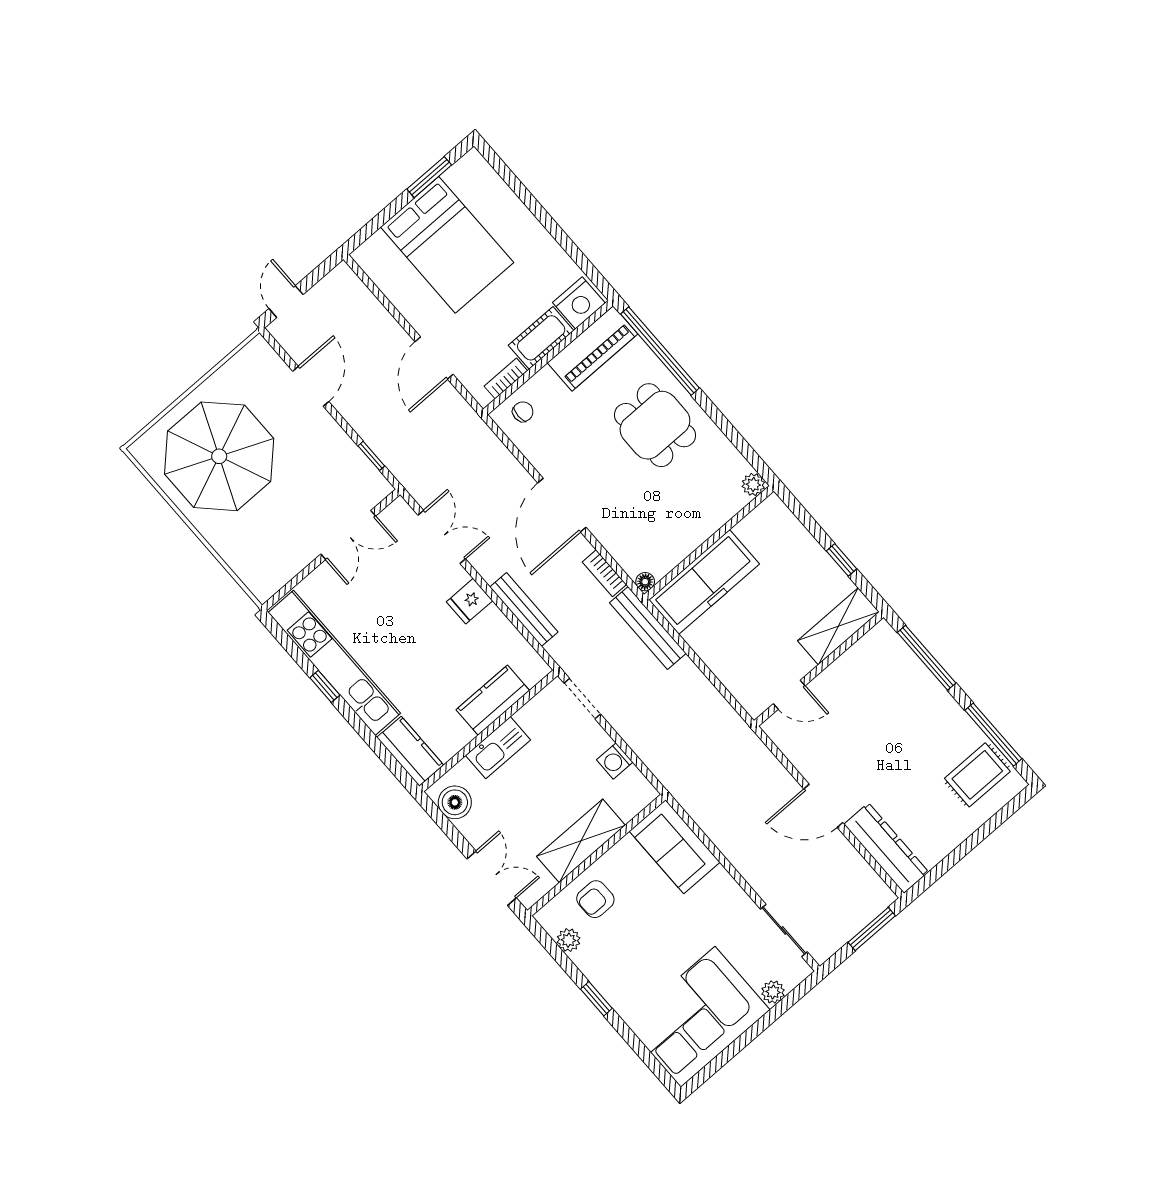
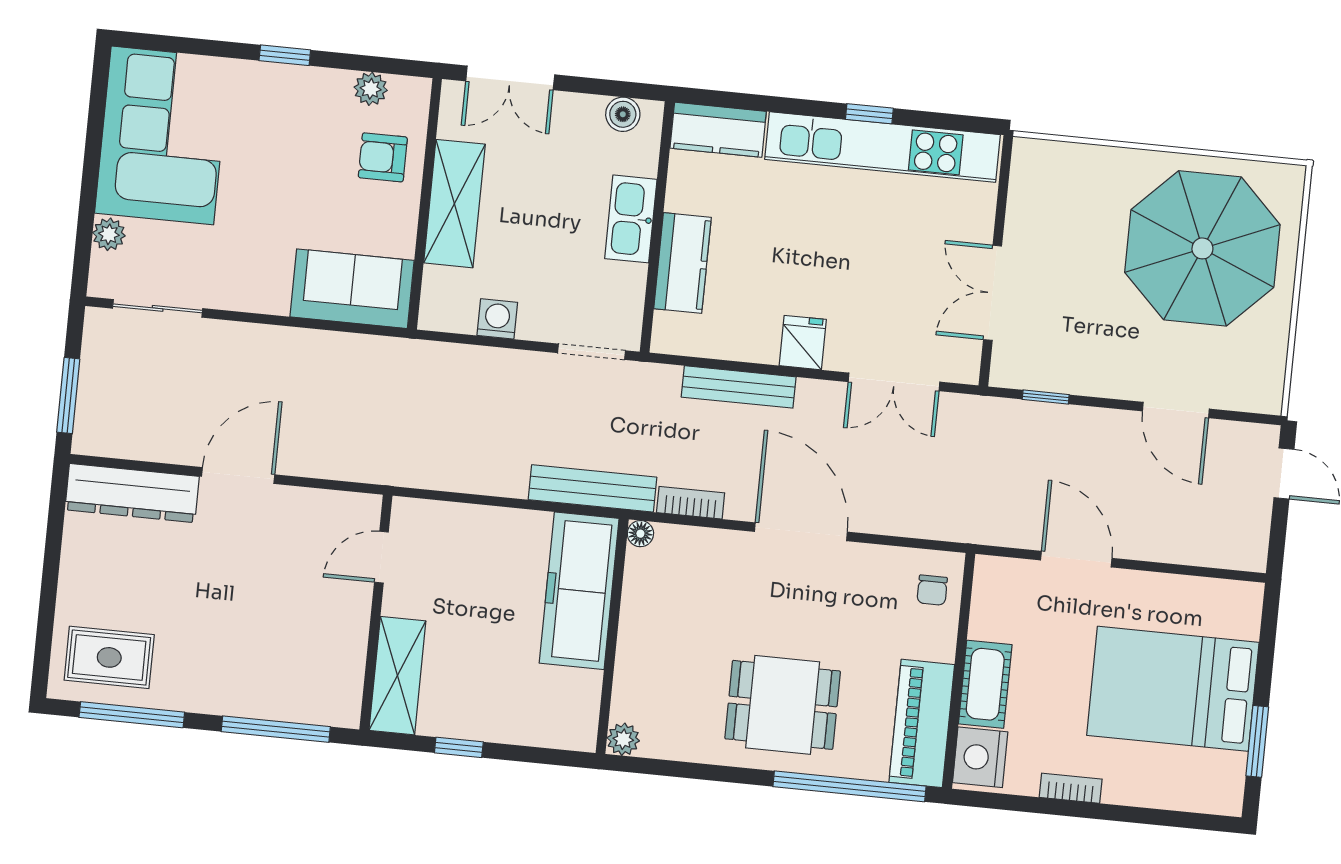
bookcase: (506, 378) -> (1071, 788), moved, turned -90
rug: (977, 775) -> (109, 657), turned 90
boiler: (455, 802) -> (623, 114), width x0.73, depth x0.73
armchair: (595, 899) -> (383, 157), turned -90

